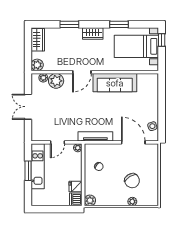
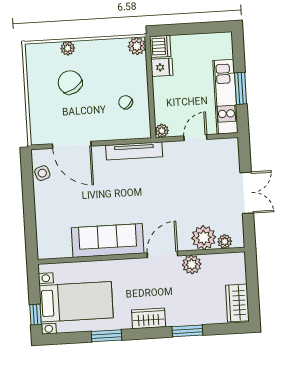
plant: (37, 65) -> (192, 264), moved

